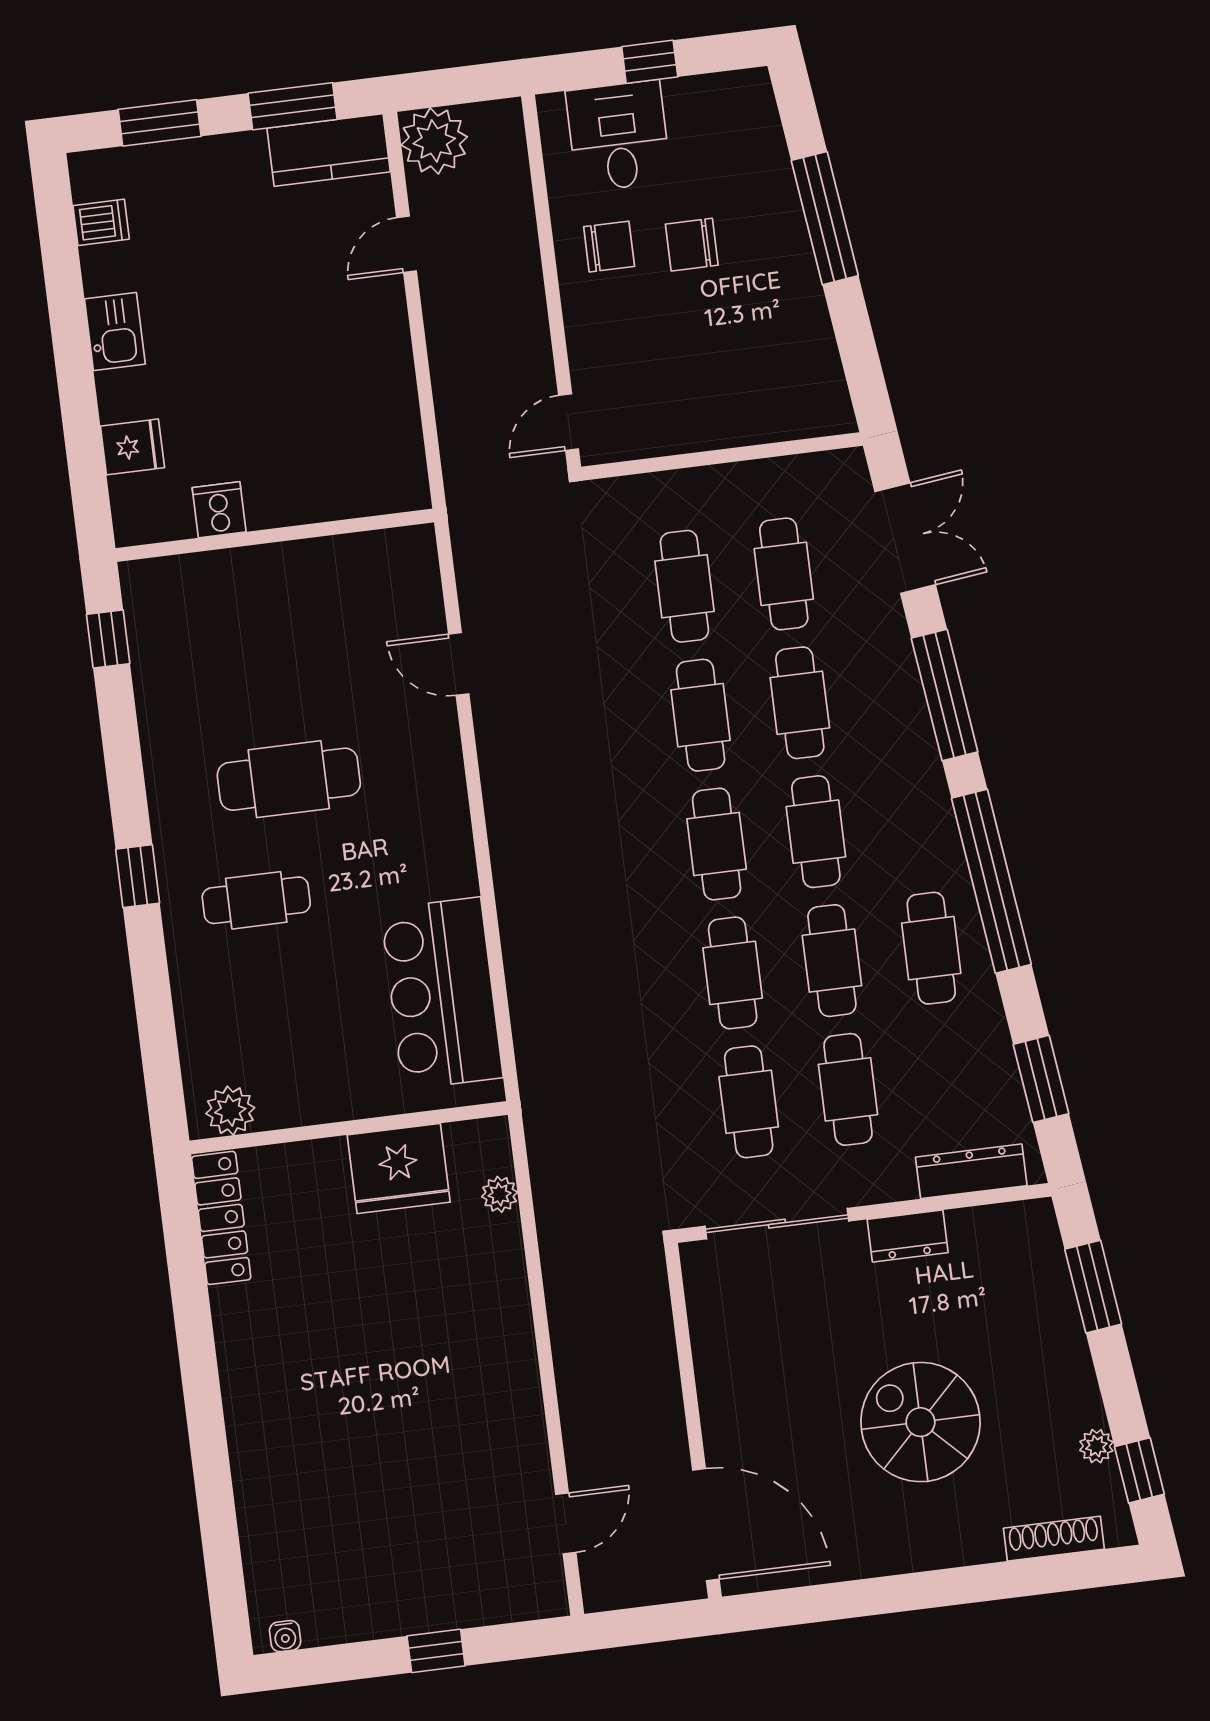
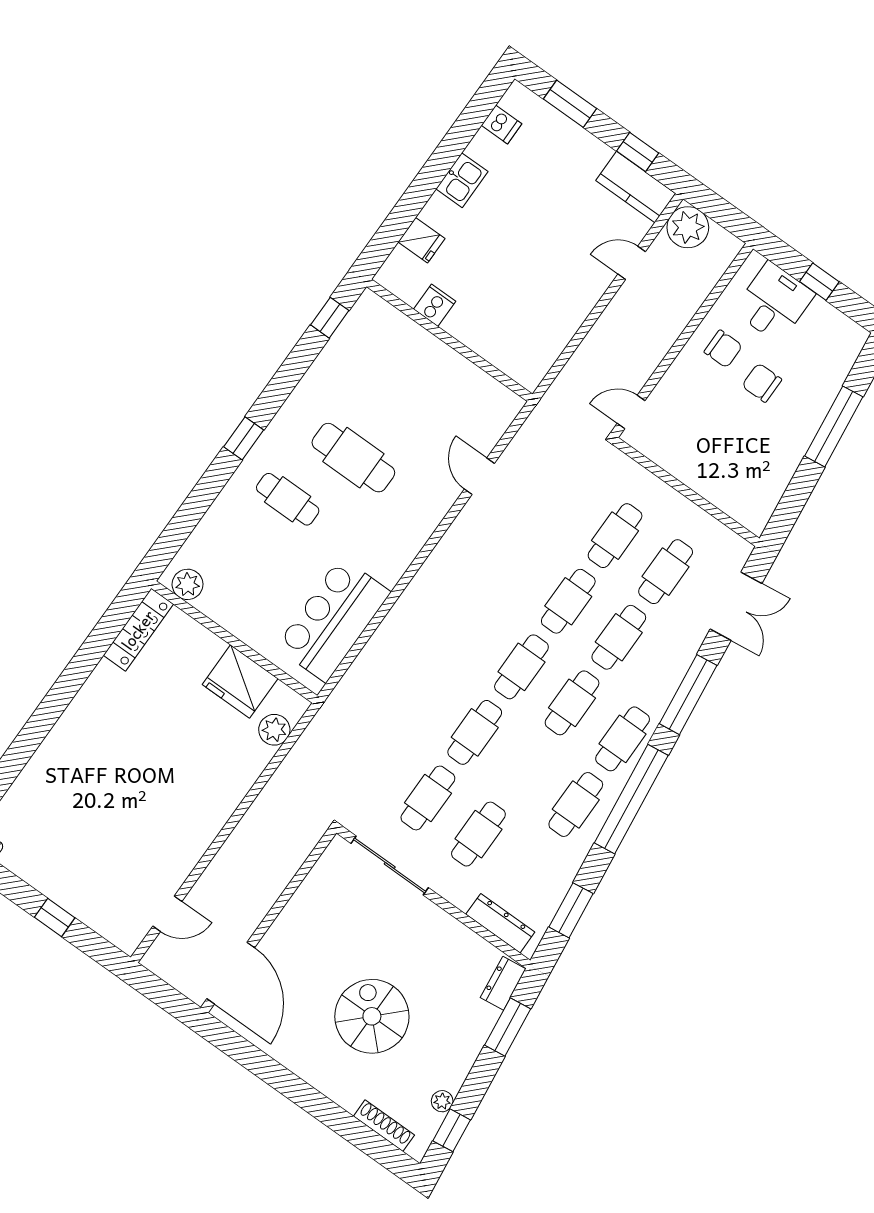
window: (293, 106) -> (638, 152), width x0.67
cafe table: (832, 961) -> (623, 739), moved
plant: (500, 1194) -> (274, 730), width x1.38, depth x1.38
dresser: (908, 1236) -> (503, 983), moved, turned 83

